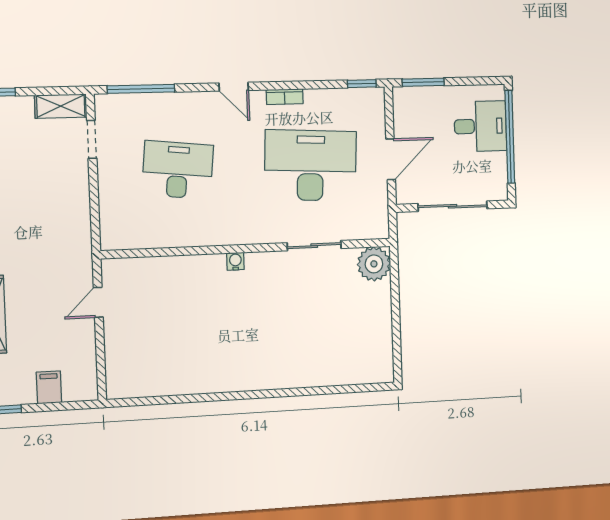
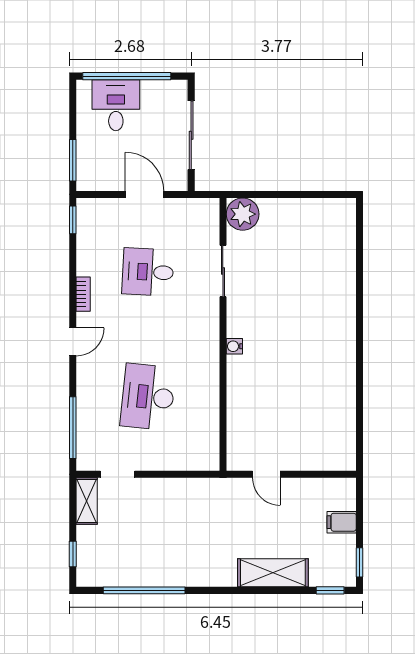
desk: (310, 165) -> (148, 272), width x0.53, depth x0.77

